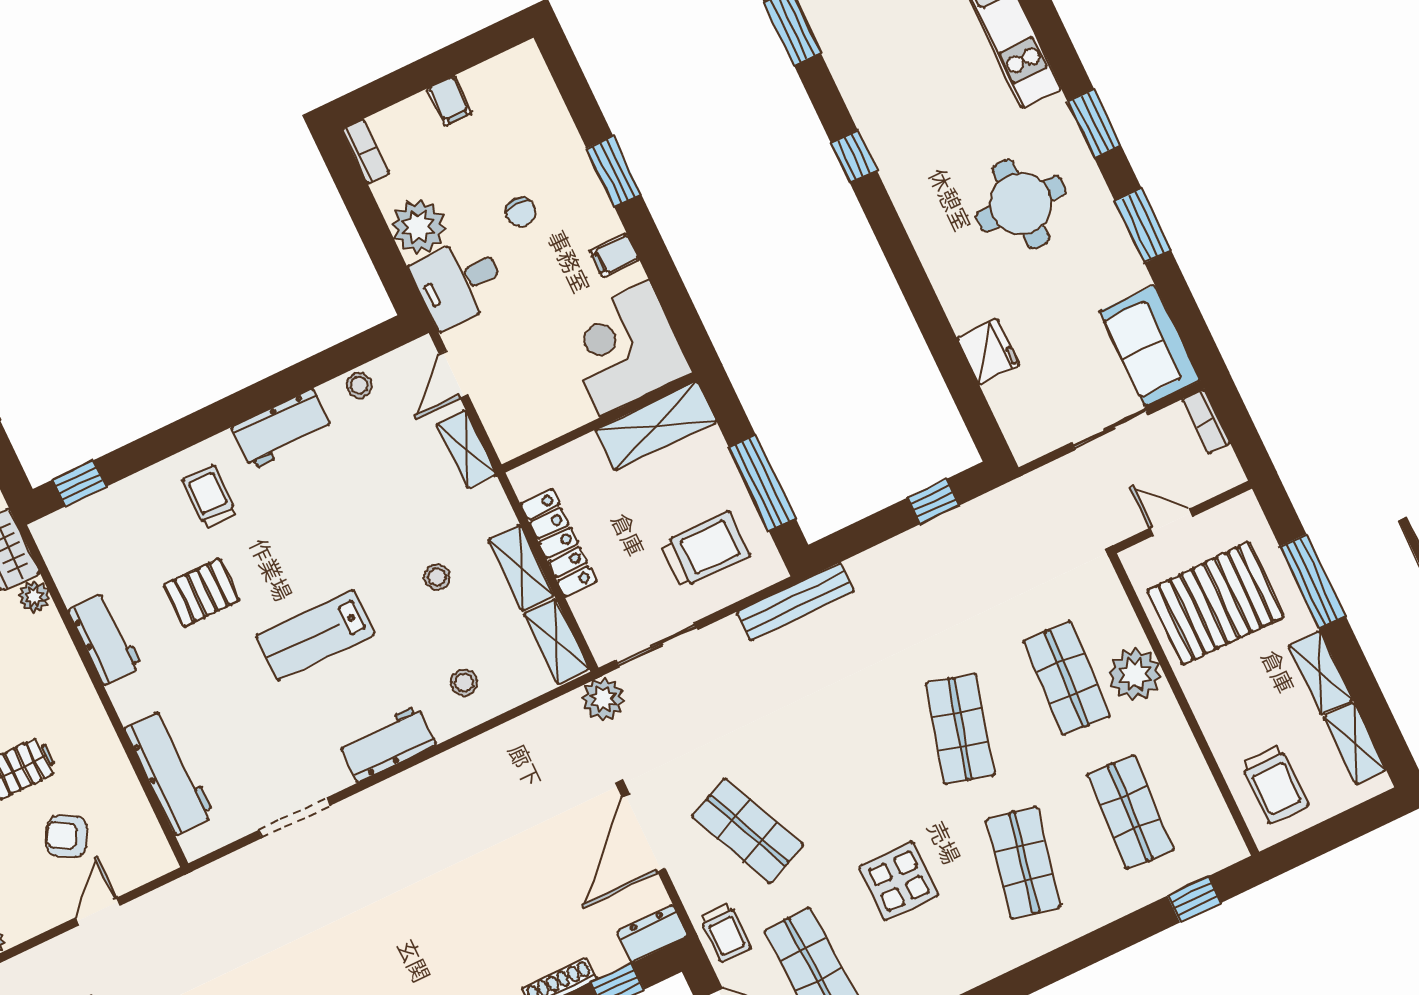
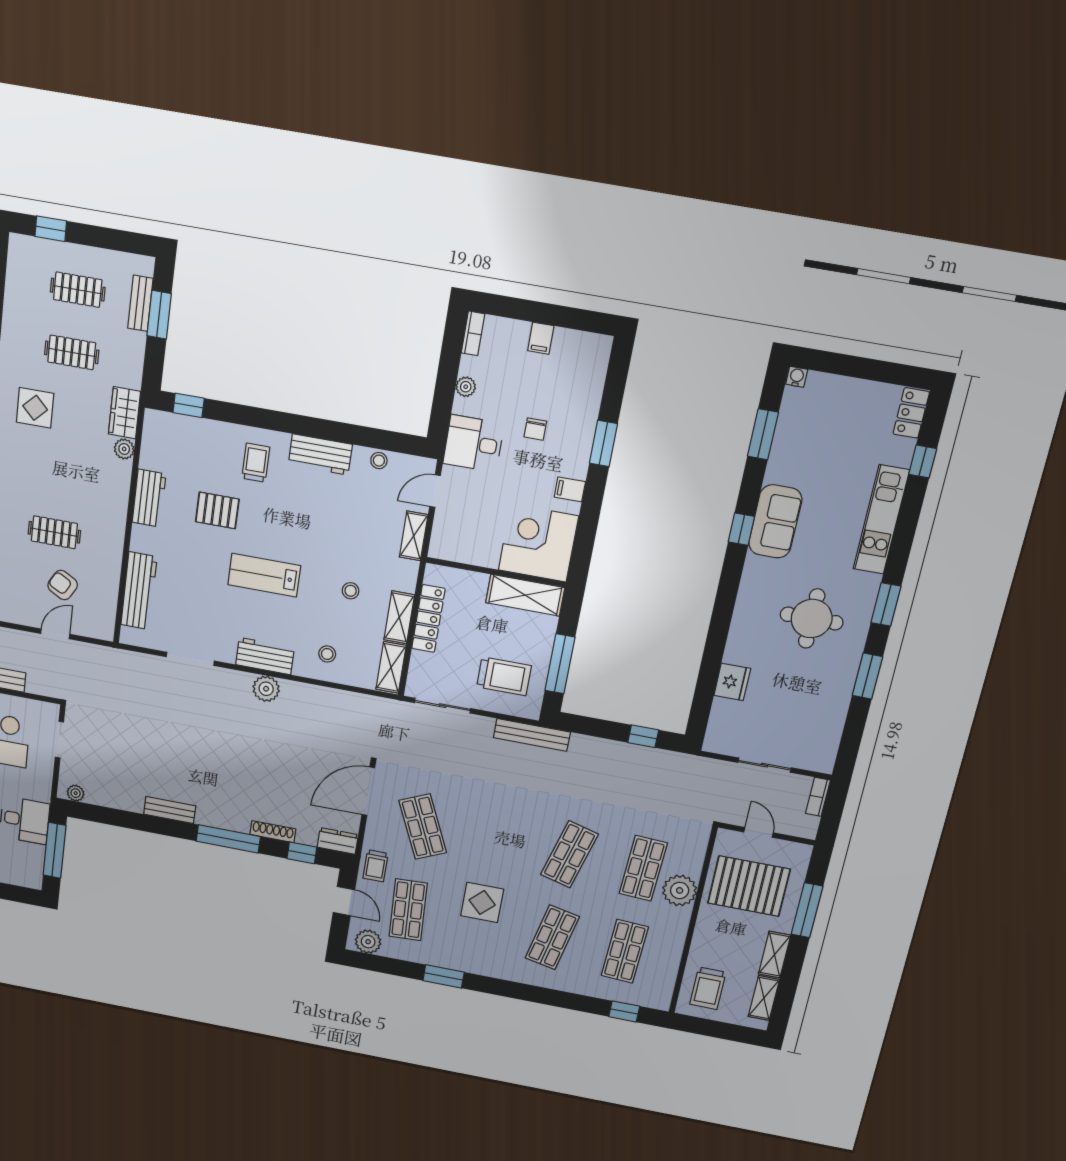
plant: (419, 227) -> (466, 387), width x0.53, depth x0.53
sofa: (1150, 346) -> (775, 521), moved, turned 180
plant: (603, 699) -> (266, 689), moved

